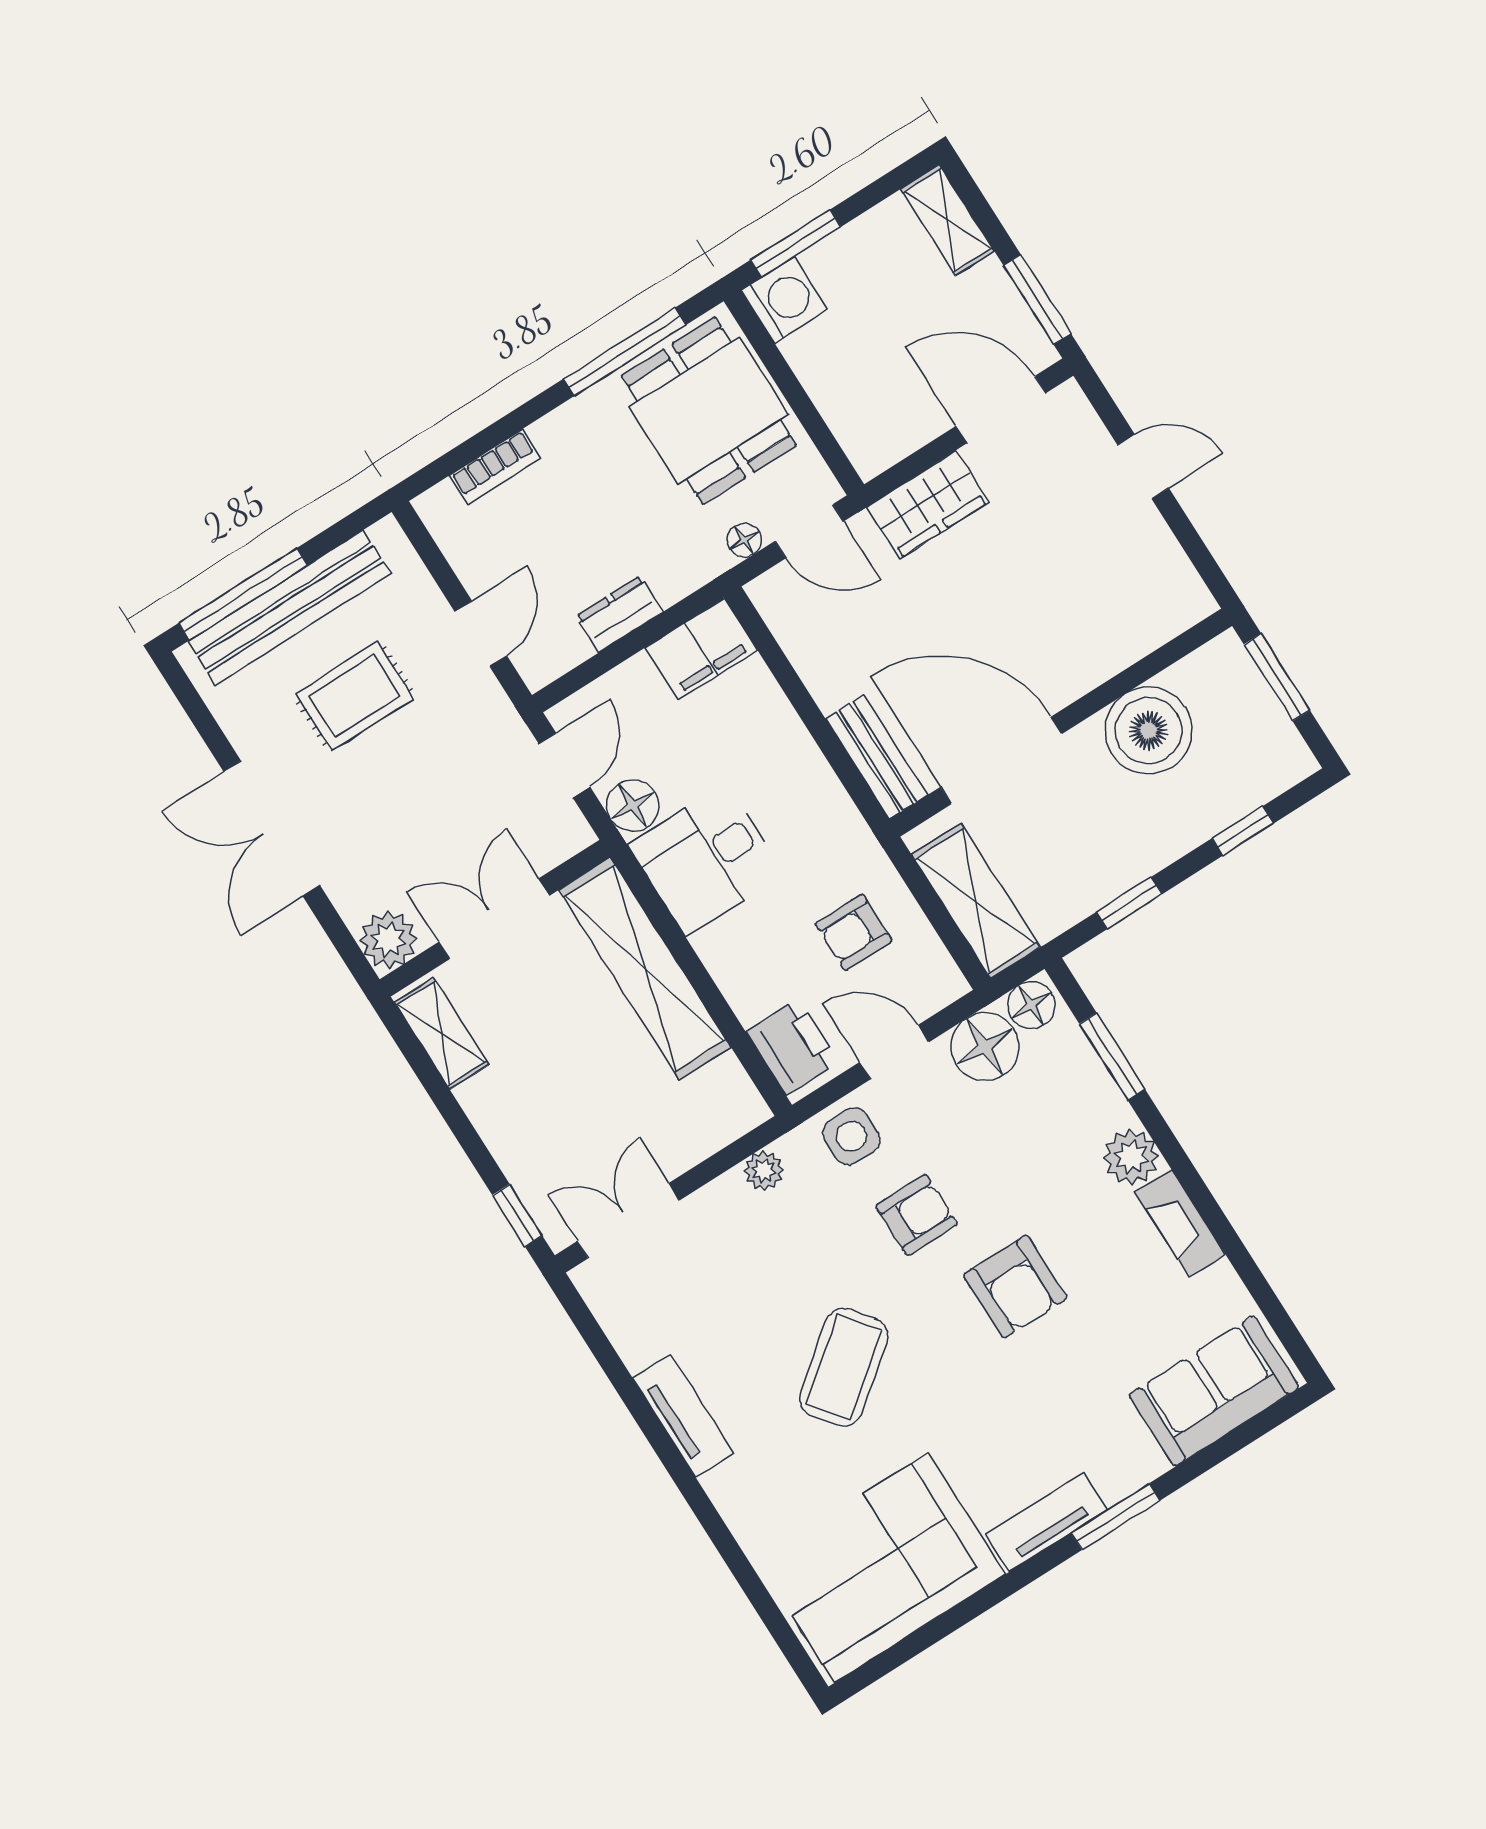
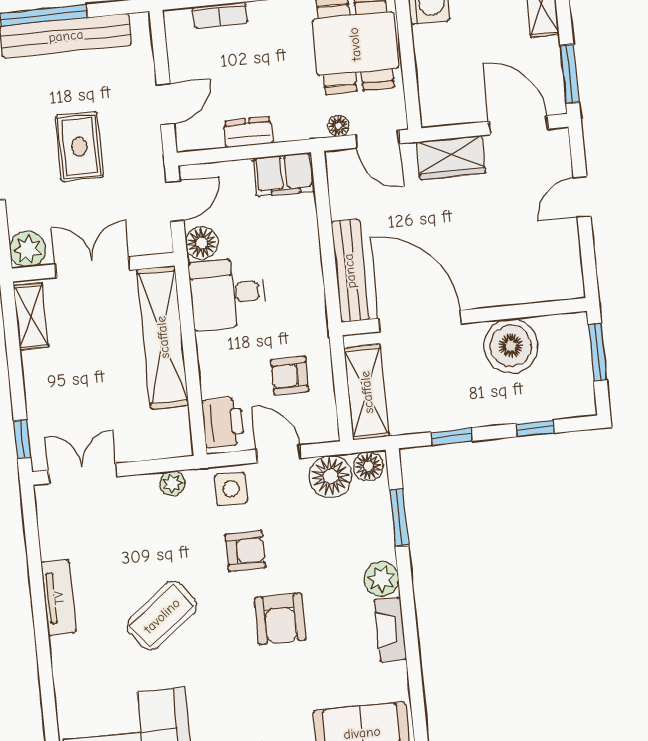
door: (1143, 466) -> (582, 197), swing flipped
rug: (355, 696) -> (79, 147), moved, turned 90
bench: (876, 757) -> (350, 271), width x1.36

